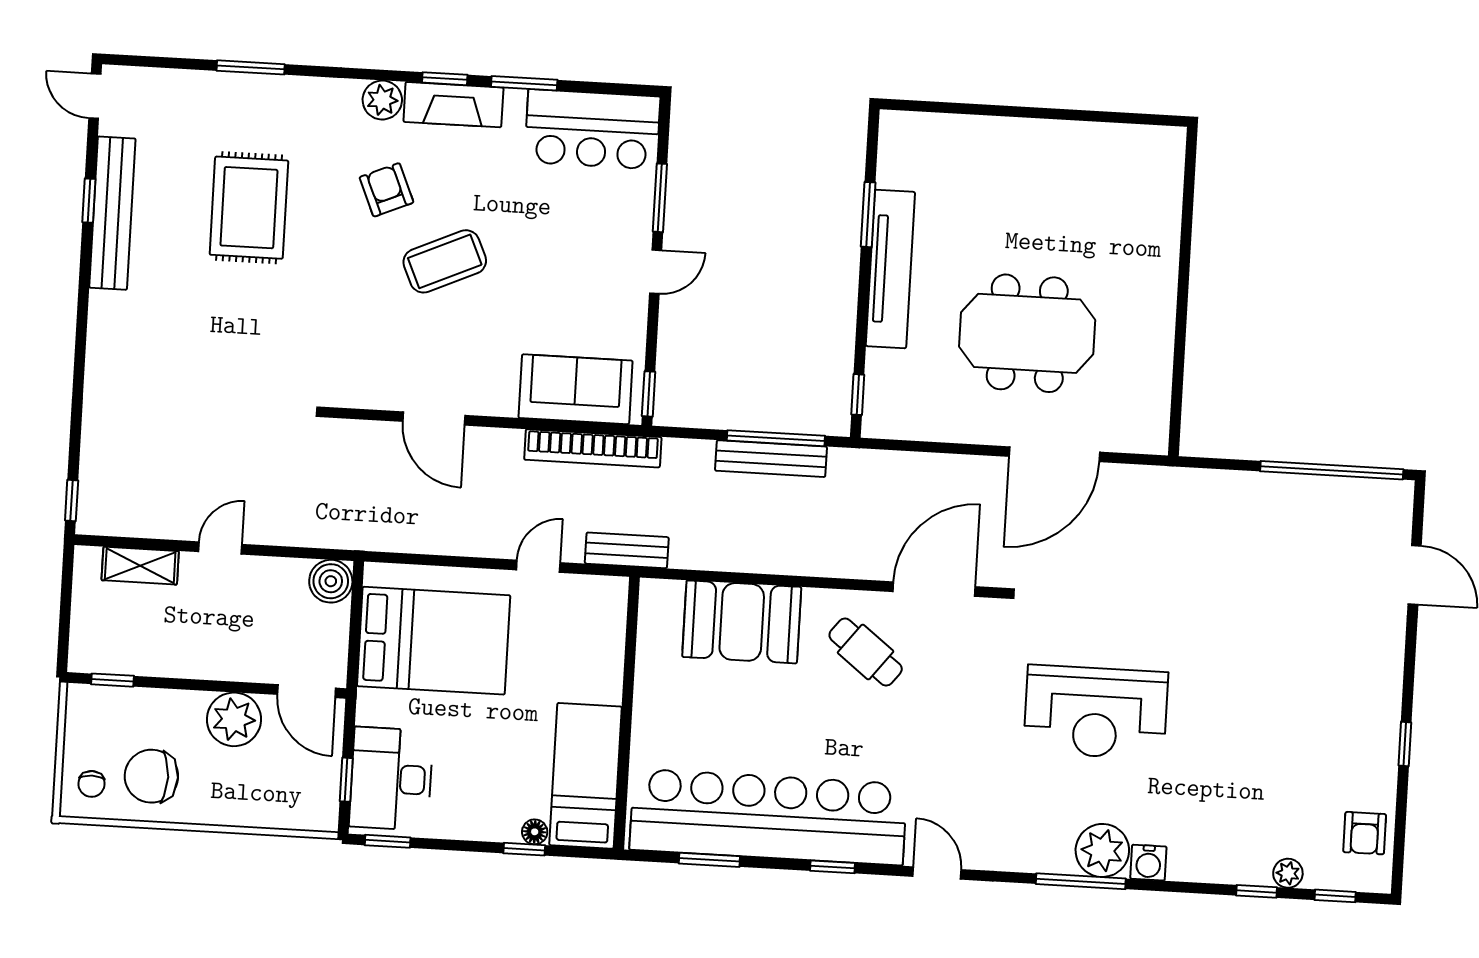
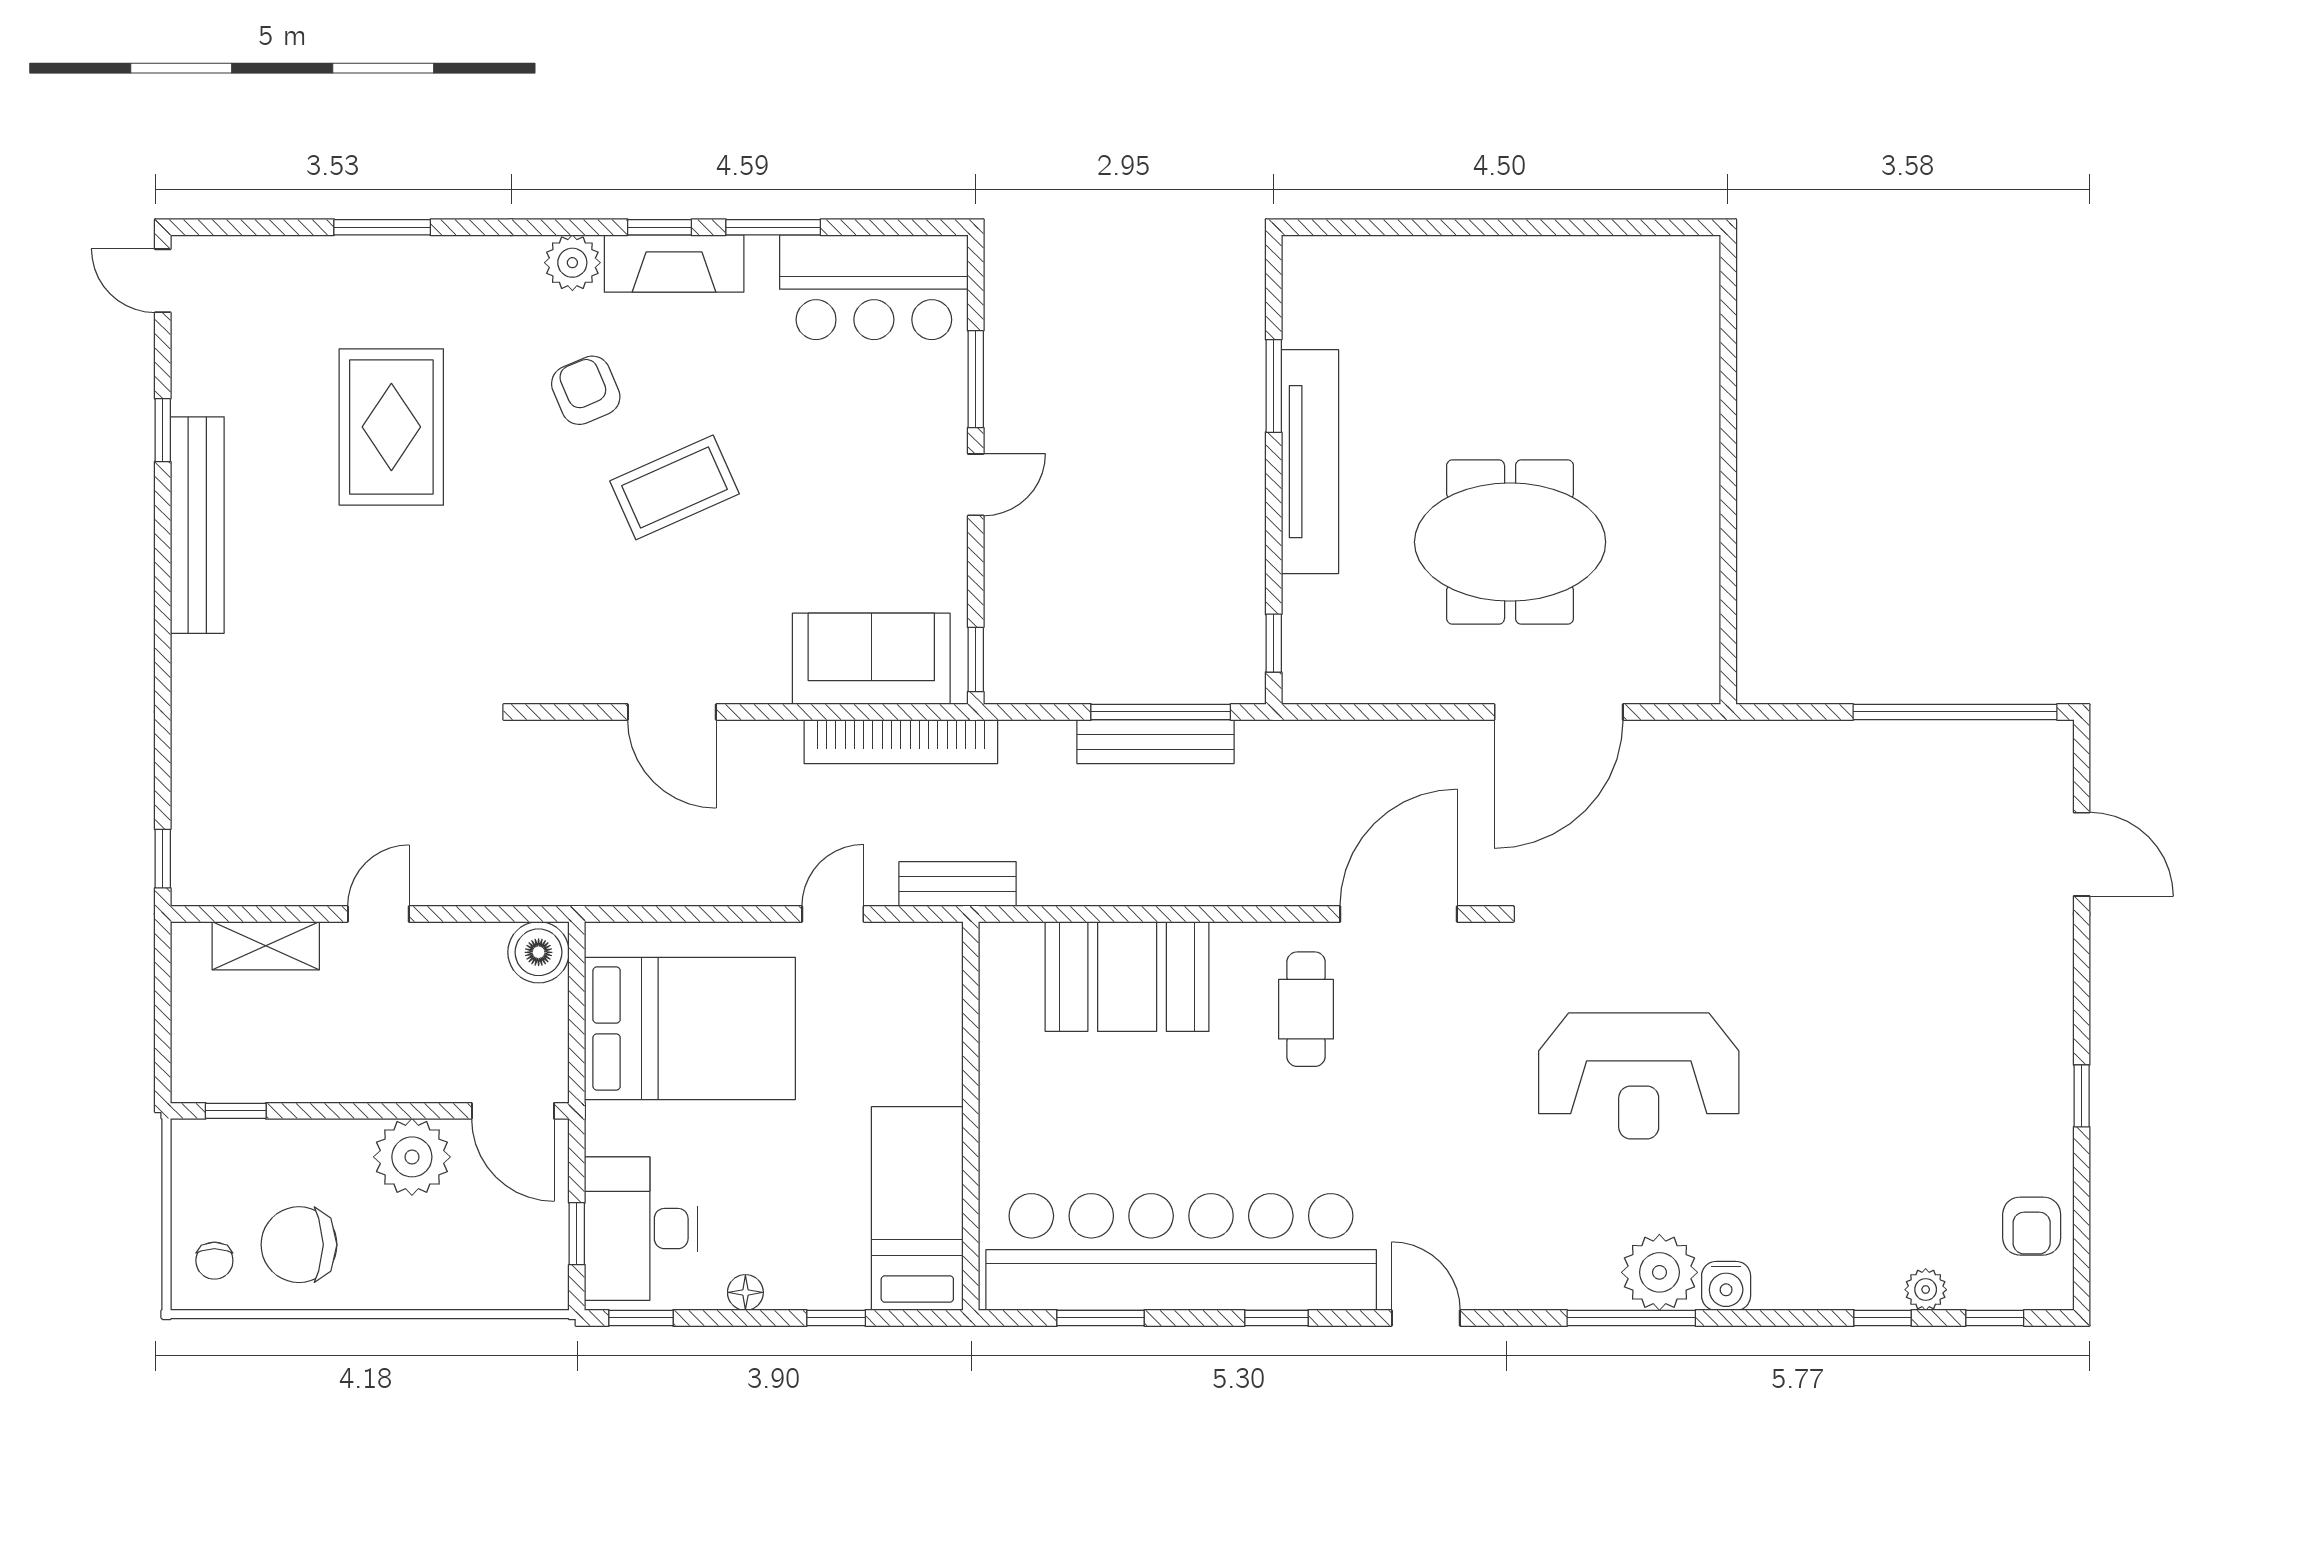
bench: (112, 213) -> (197, 525), moved
cafe table: (866, 652) -> (1306, 1009), turned 52
floor lamp: (535, 832) -> (745, 1292), moved

